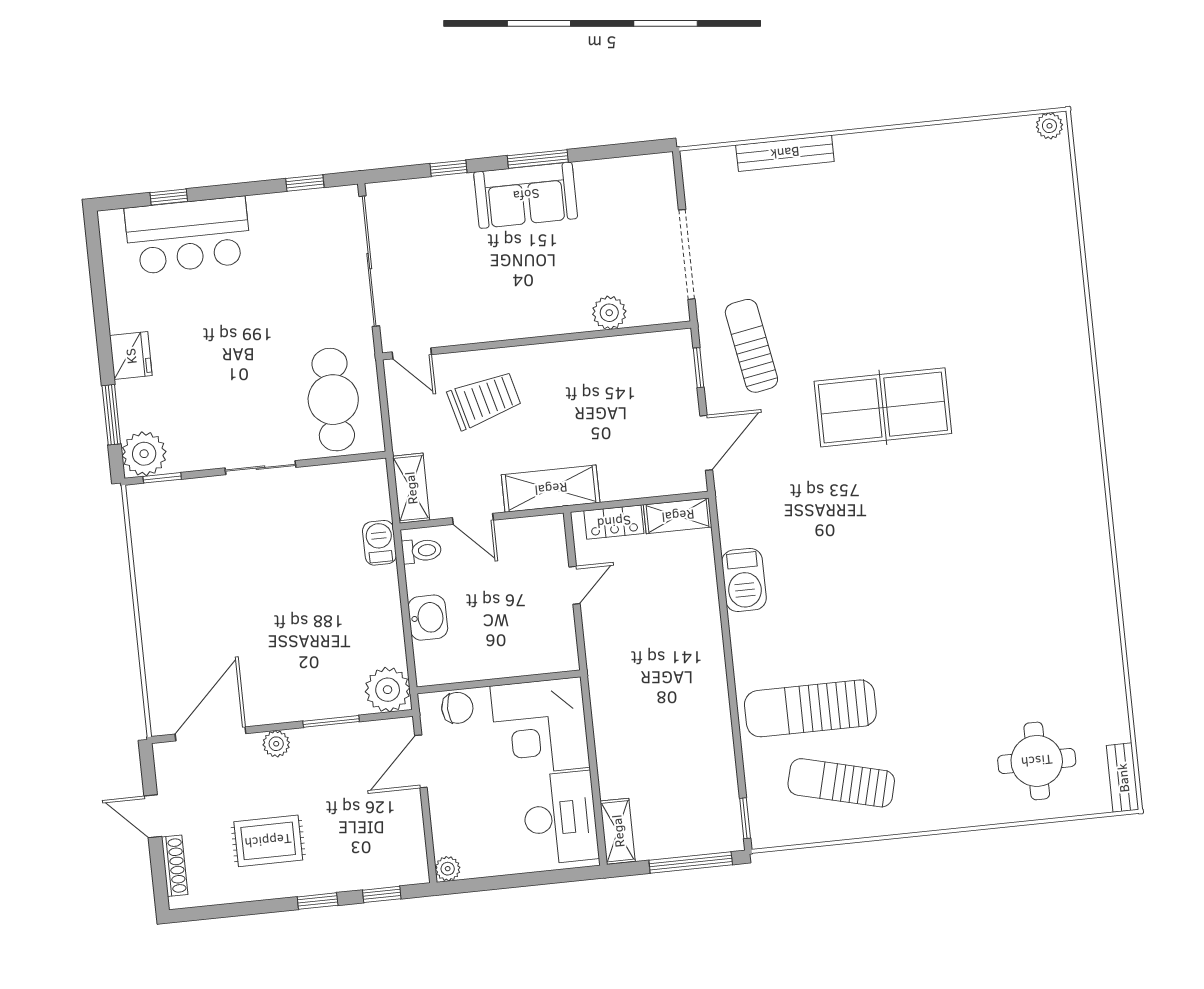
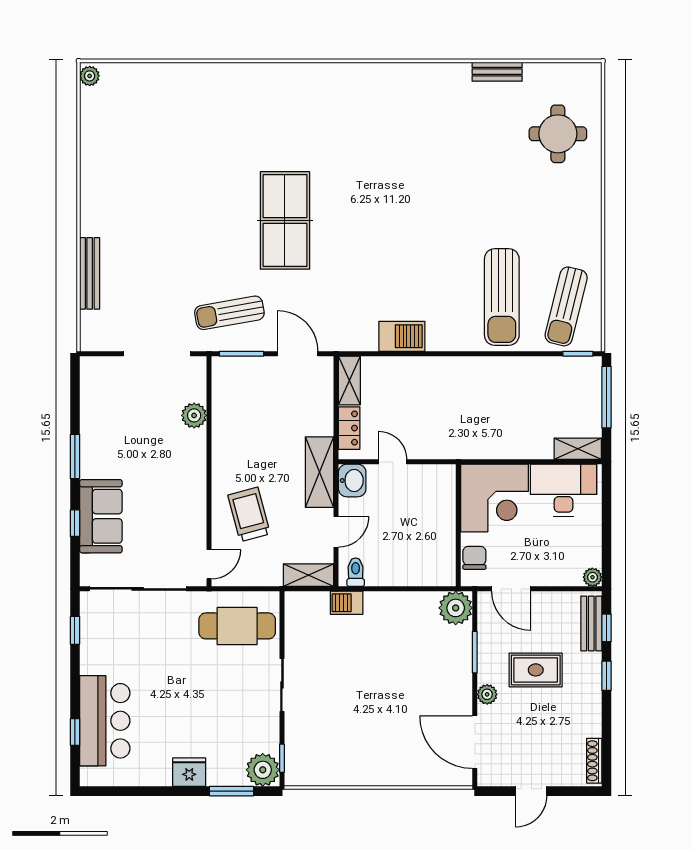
sofa: (526, 195) -> (101, 516), moved
window: (698, 368) -> (241, 354), width x1.50
washbasin: (428, 618) -> (352, 481), moved, turned 90
bench: (1123, 778) -> (497, 72), moved
sun lounger: (841, 783) -> (566, 306), moved
rug: (268, 841) -> (536, 670), moved, turned 90
shoe rack: (175, 866) -> (594, 761), moved, turned -90
bench: (386, 873) -> (591, 623), added

